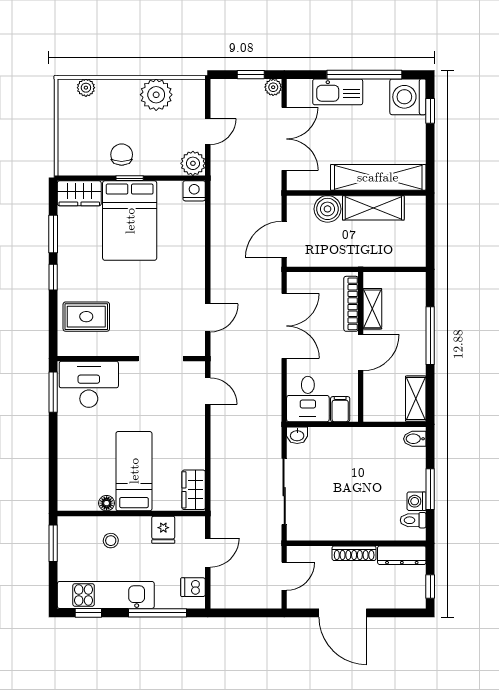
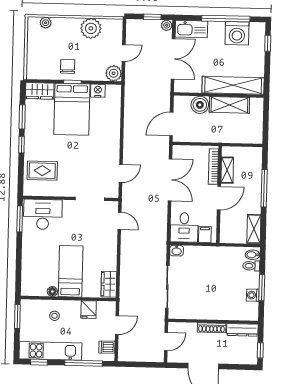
kitchen sink: (338, 92) -> (191, 29), moved
washing machine: (408, 97) -> (237, 33), moved, turned -90
nightstand: (194, 191) -> (98, 91), moved
toilet: (413, 520) -> (251, 266), moved

